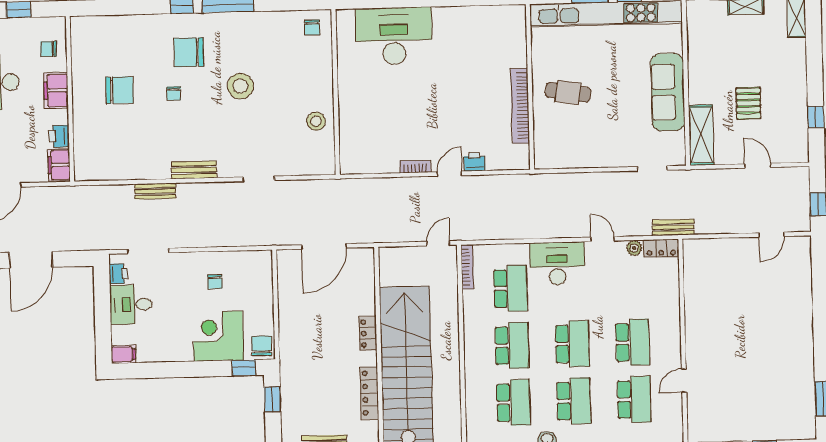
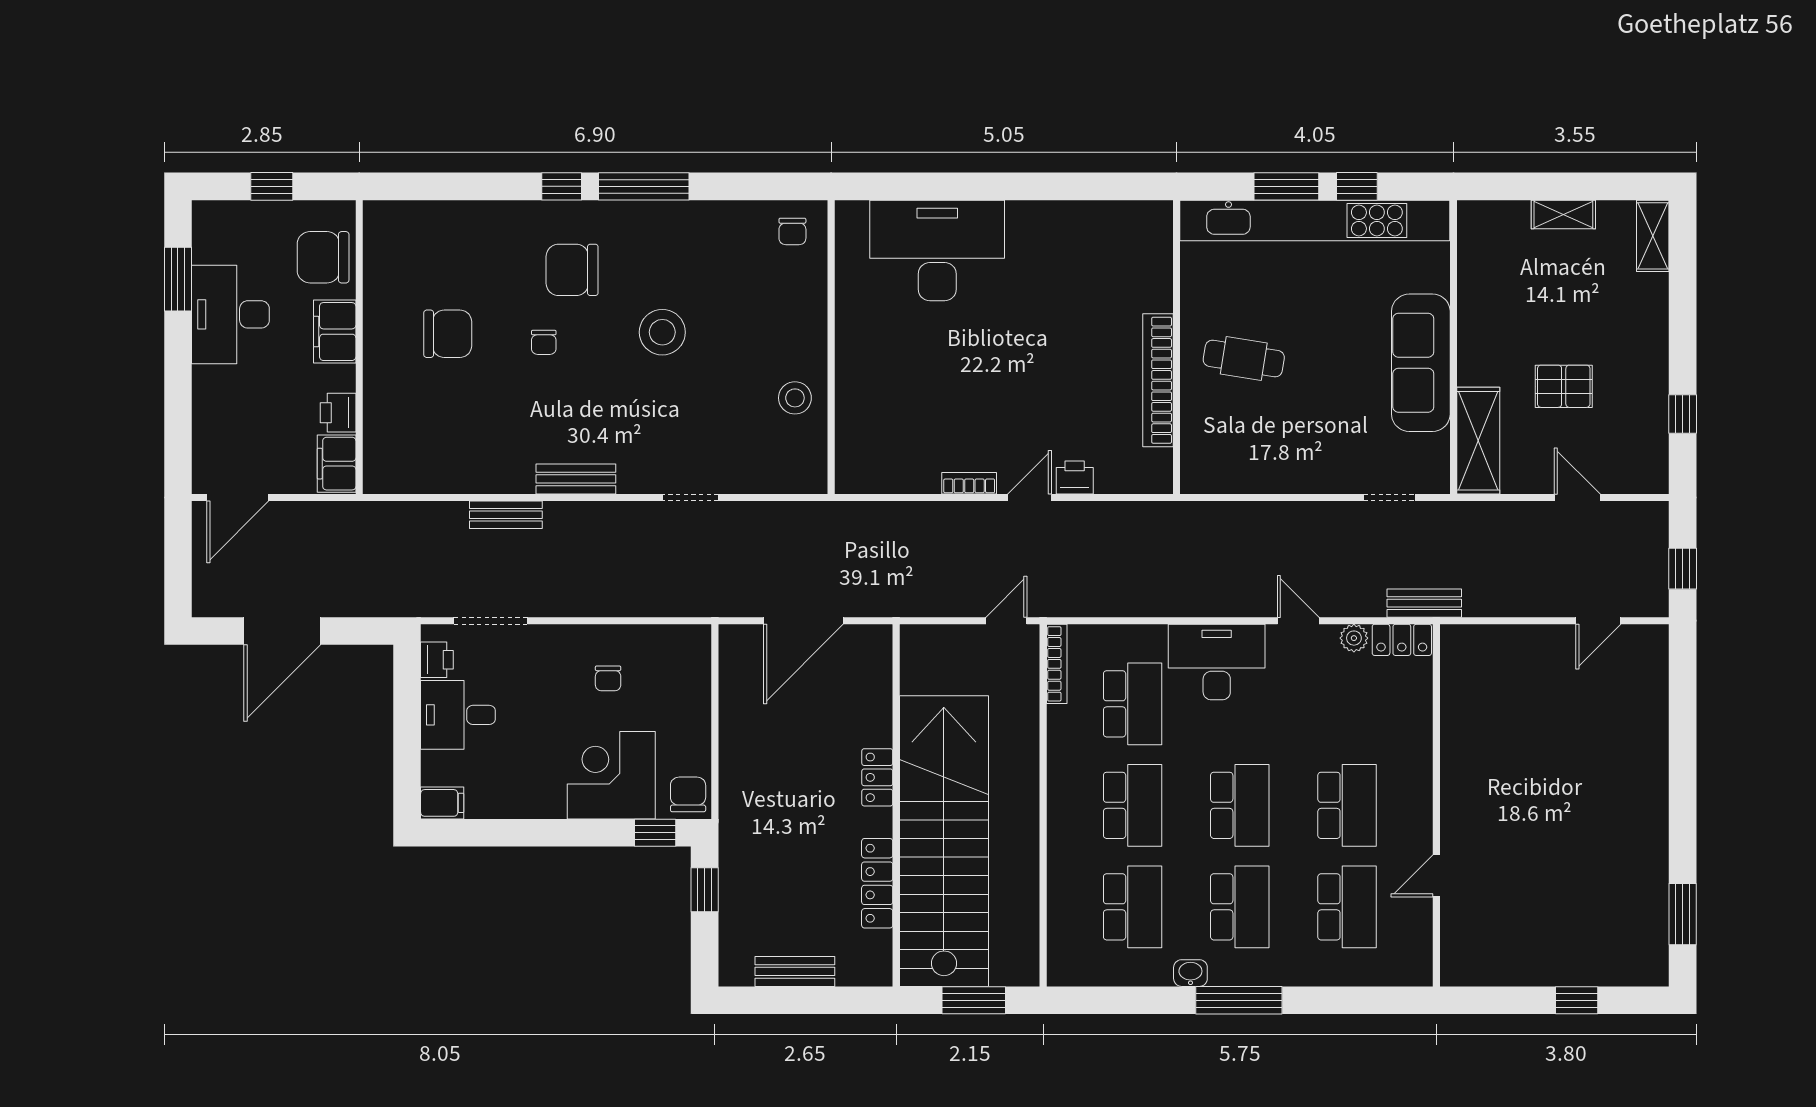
chair: (48, 49) -> (323, 257), width x1.87, depth x1.87
pallet: (748, 103) -> (1564, 386), turned 90

